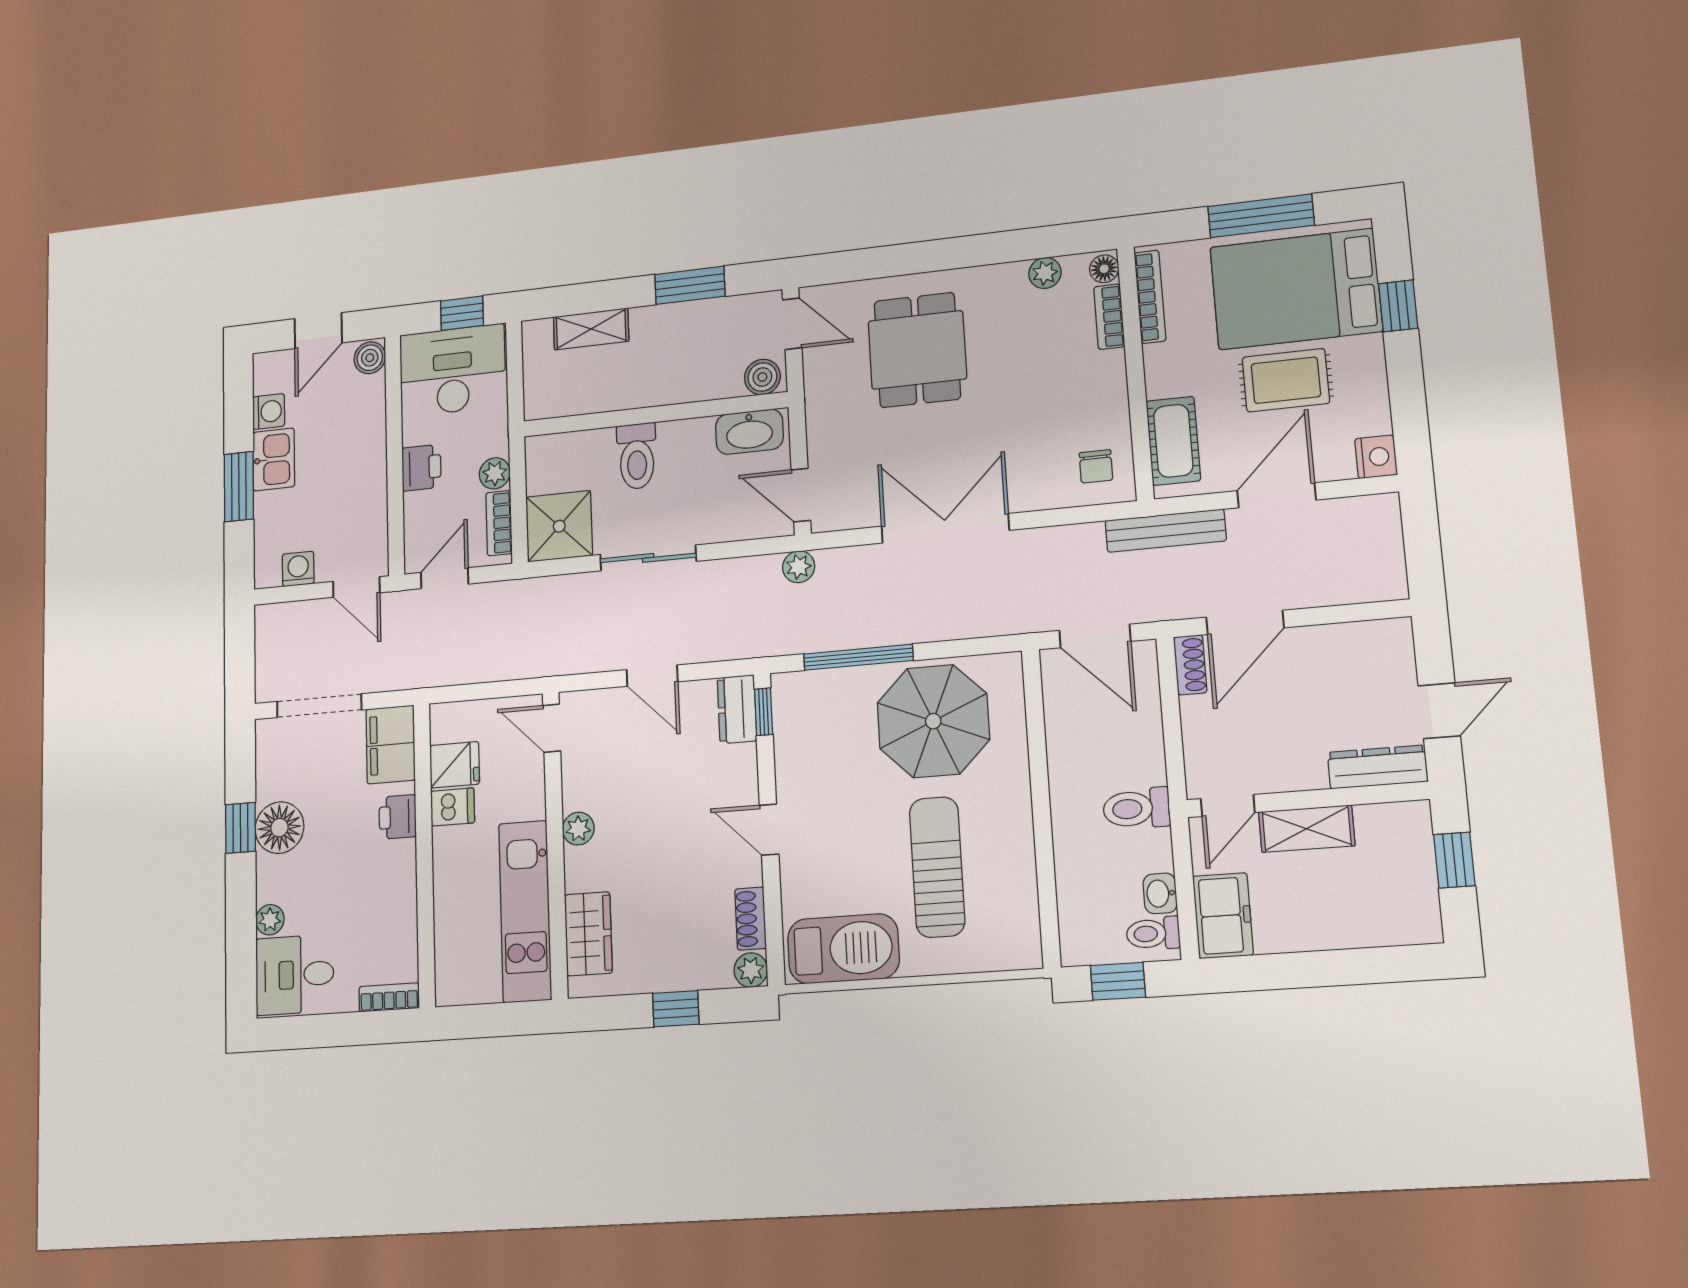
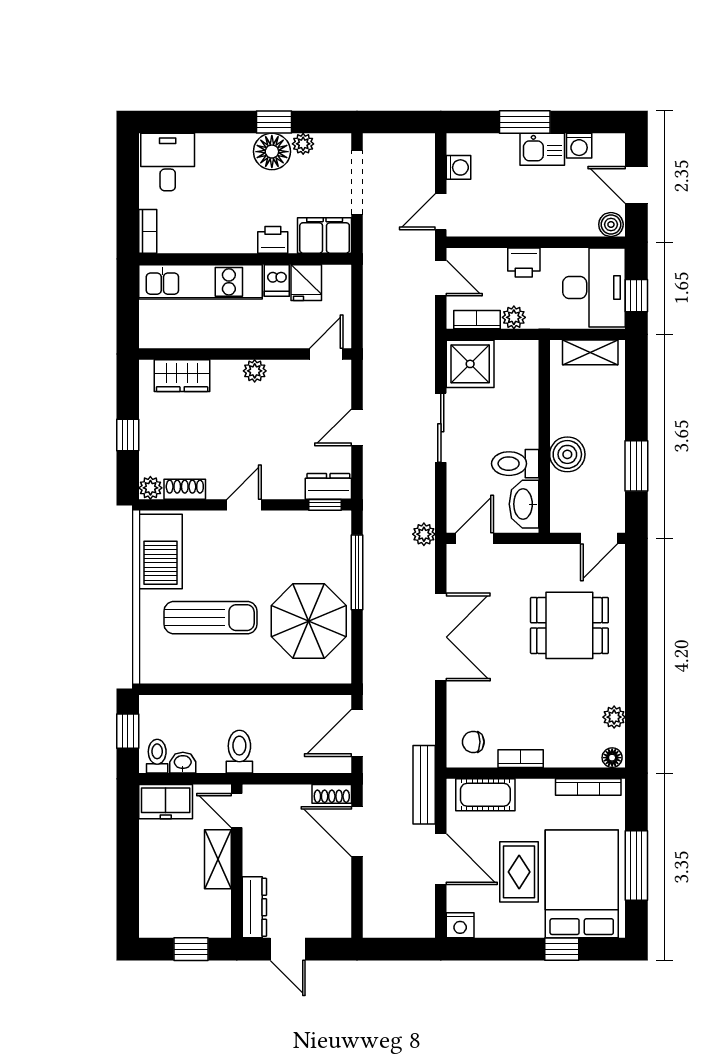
bookcase: (1109, 317) -> (521, 759), moved
shelving: (591, 329) -> (590, 352), moved, turned 90
boiler: (762, 377) -> (567, 454), moved, width x1.36, depth x1.36
toilet: (637, 456) -> (515, 464), moved
kitchen unit: (525, 911) -> (201, 282), moved, turned 180
plant: (270, 920) -> (303, 144), moved

